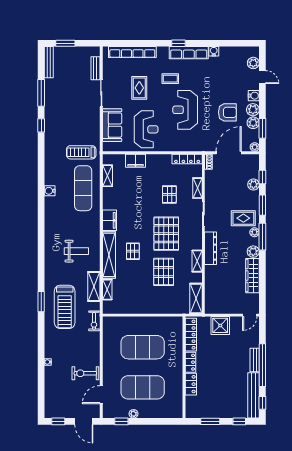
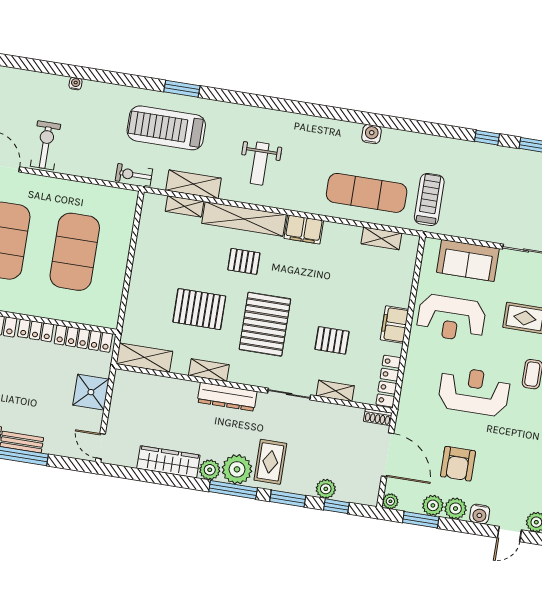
filing cabinet: (135, 161) -> (394, 325), moved
plant: (255, 232) -> (237, 469), width x1.88, depth x1.88
pallet: (166, 234) -> (265, 324), turned 90

